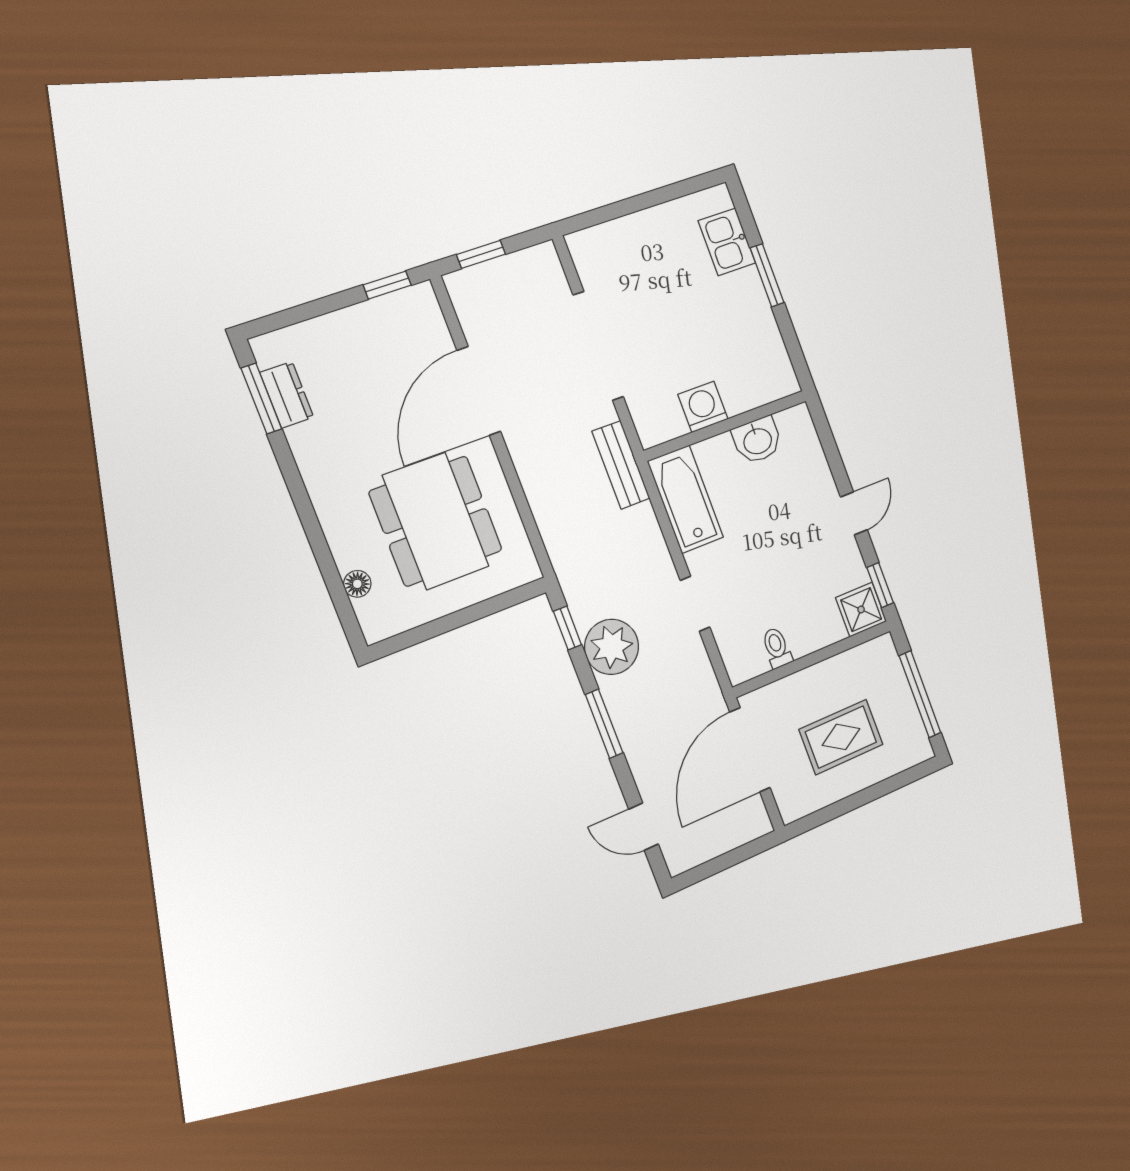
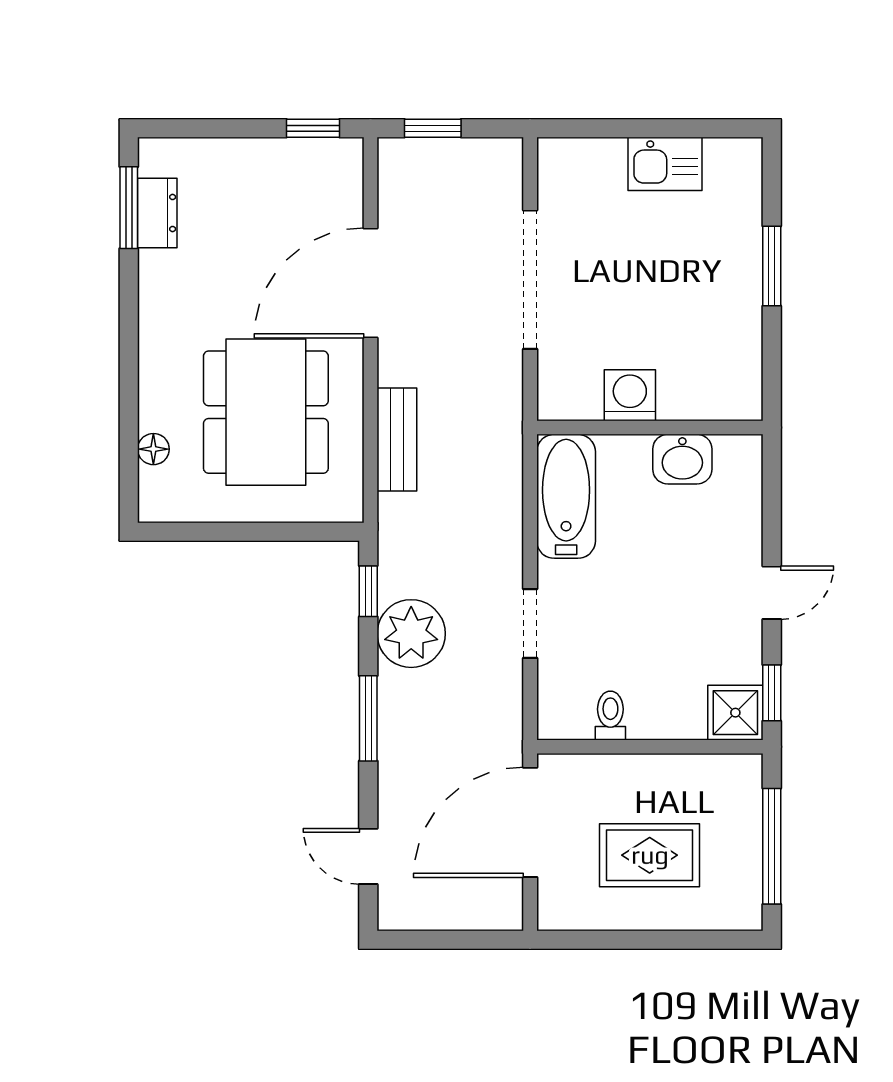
kitchen sink: (727, 242) -> (665, 164), moved, turned -90
bench: (621, 465) -> (397, 439), moved

